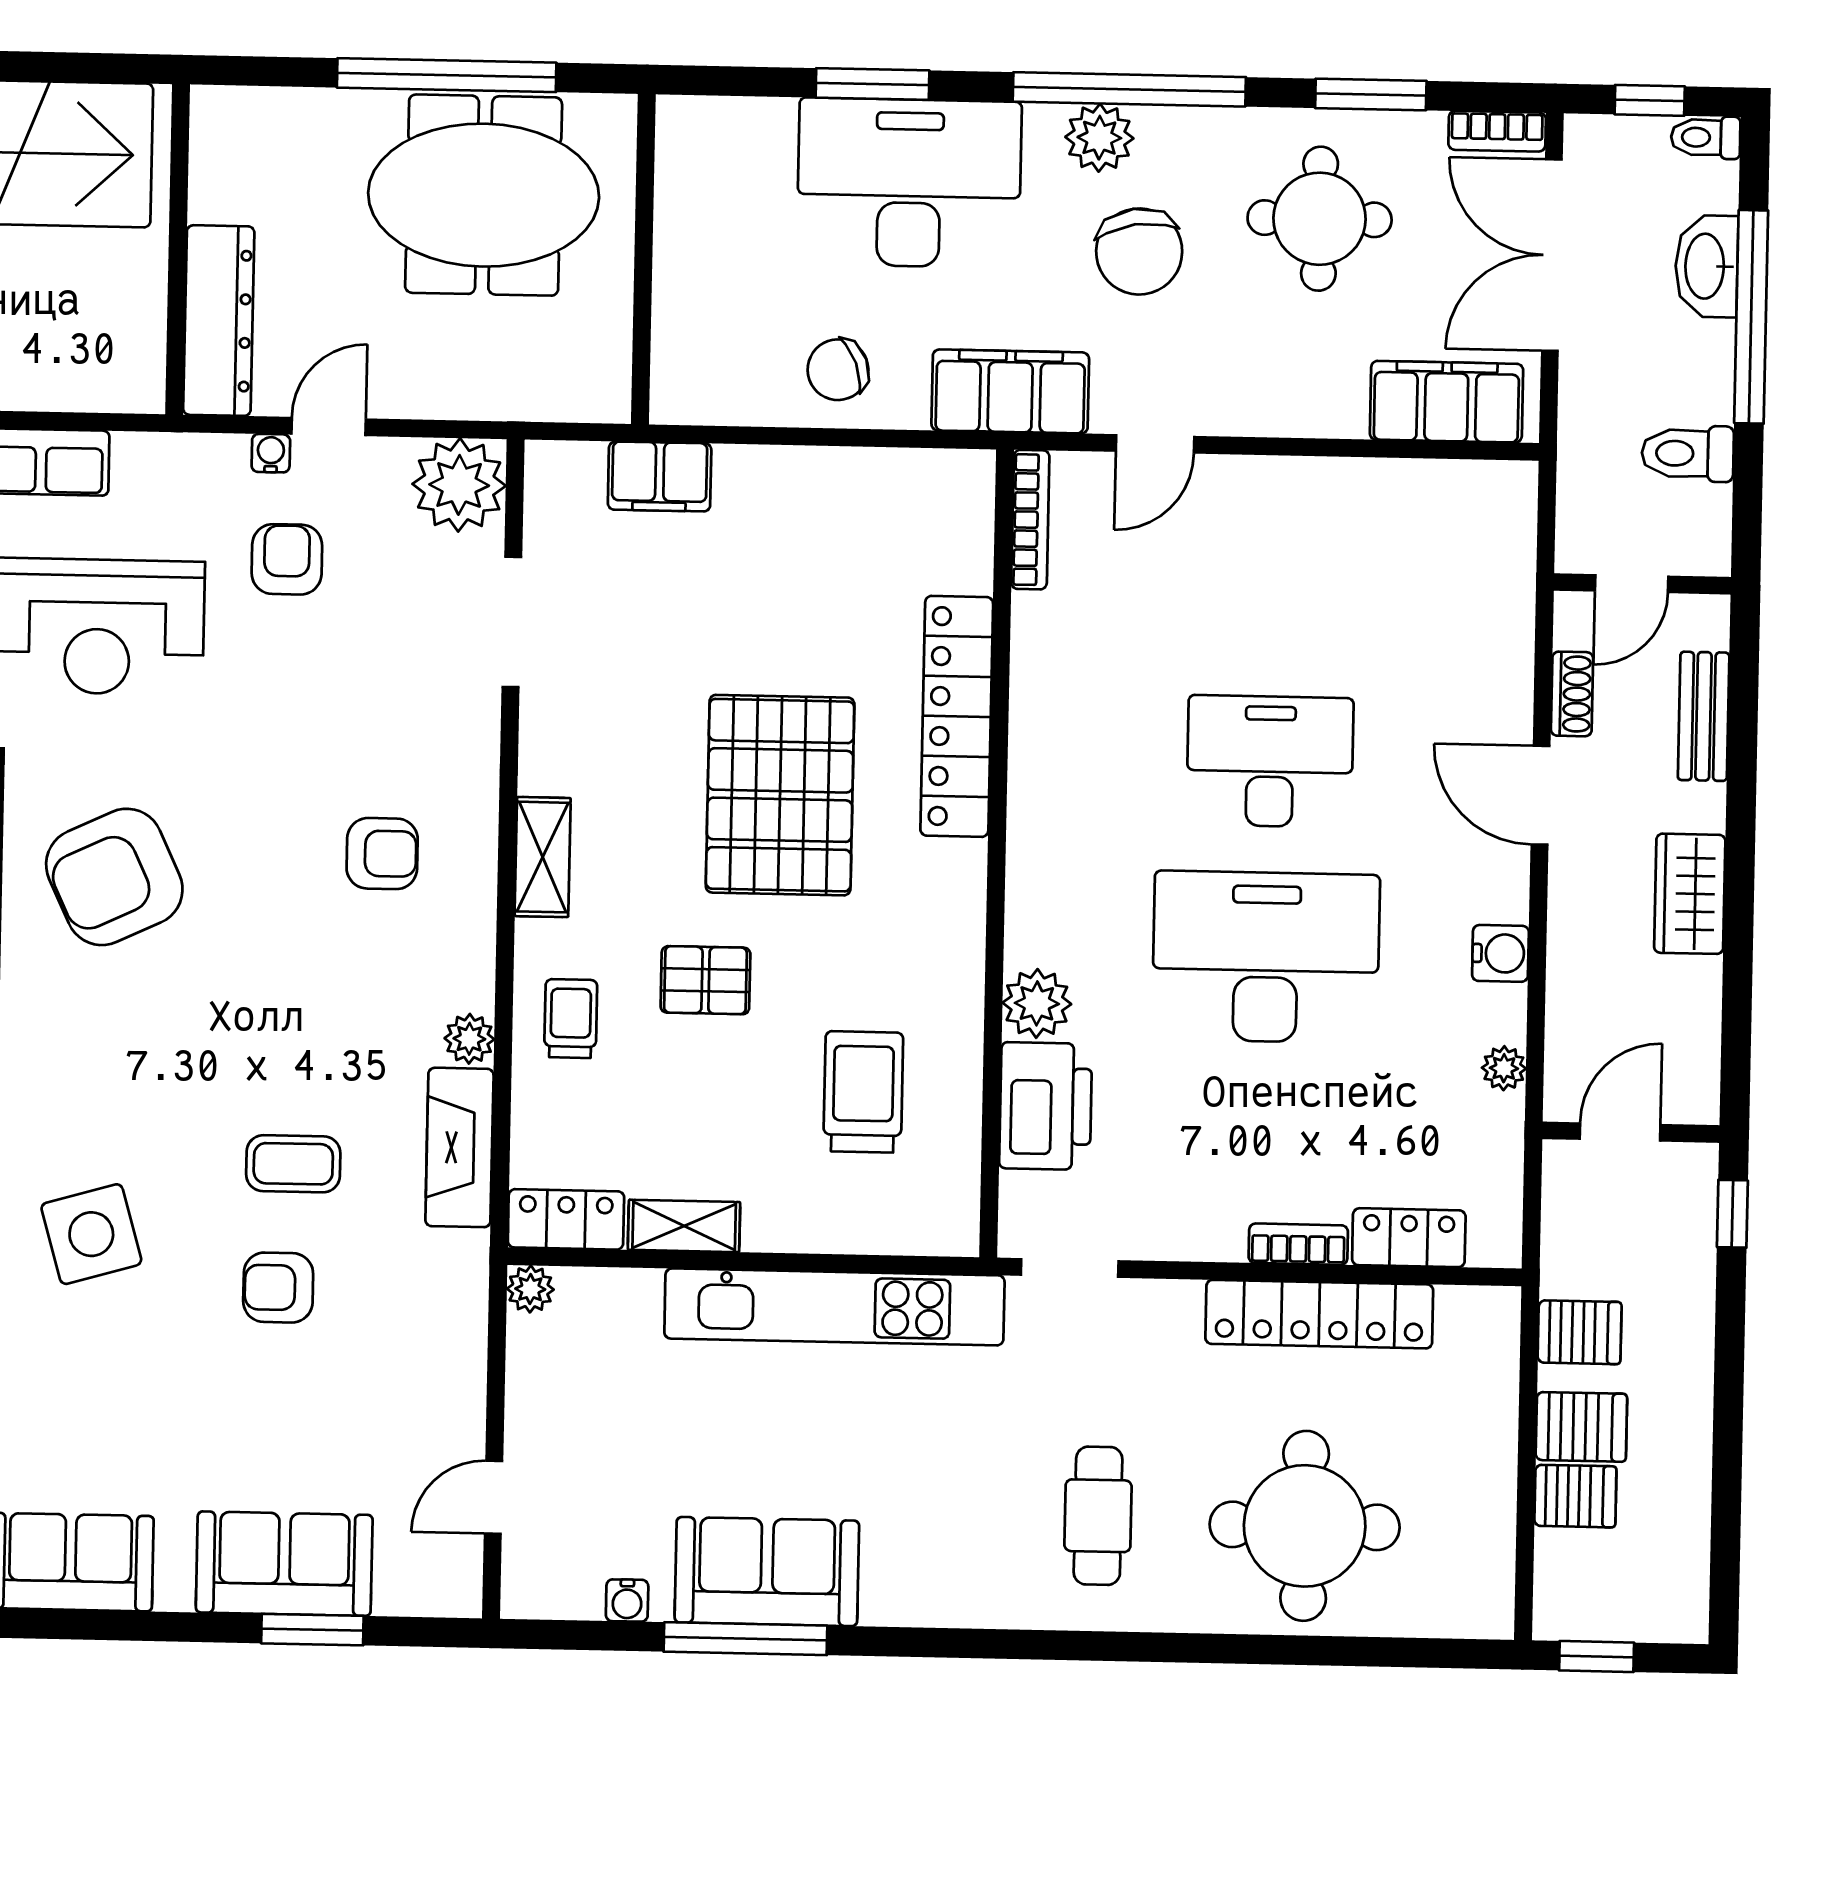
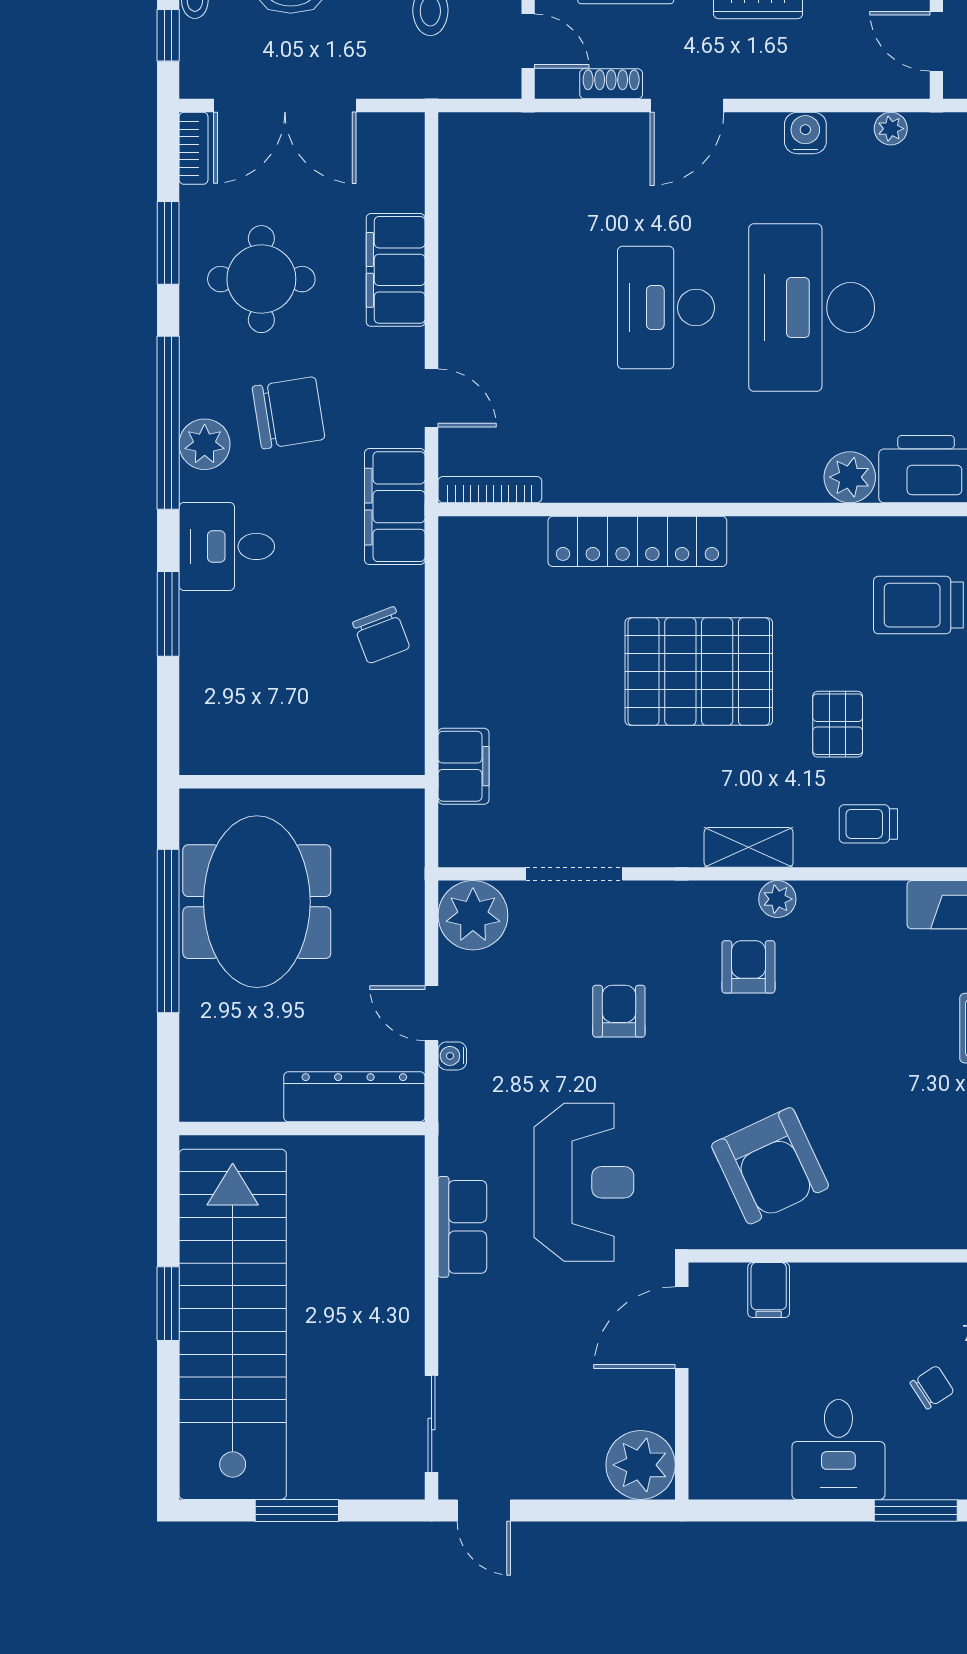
desk: (909, 183) -> (227, 546), width x0.53, depth x0.77
filing cabinet: (1446, 402) -> (396, 270), moved
armchair: (287, 559) -> (619, 1011), moved, turned 90
plant: (469, 1039) -> (777, 899), moved

